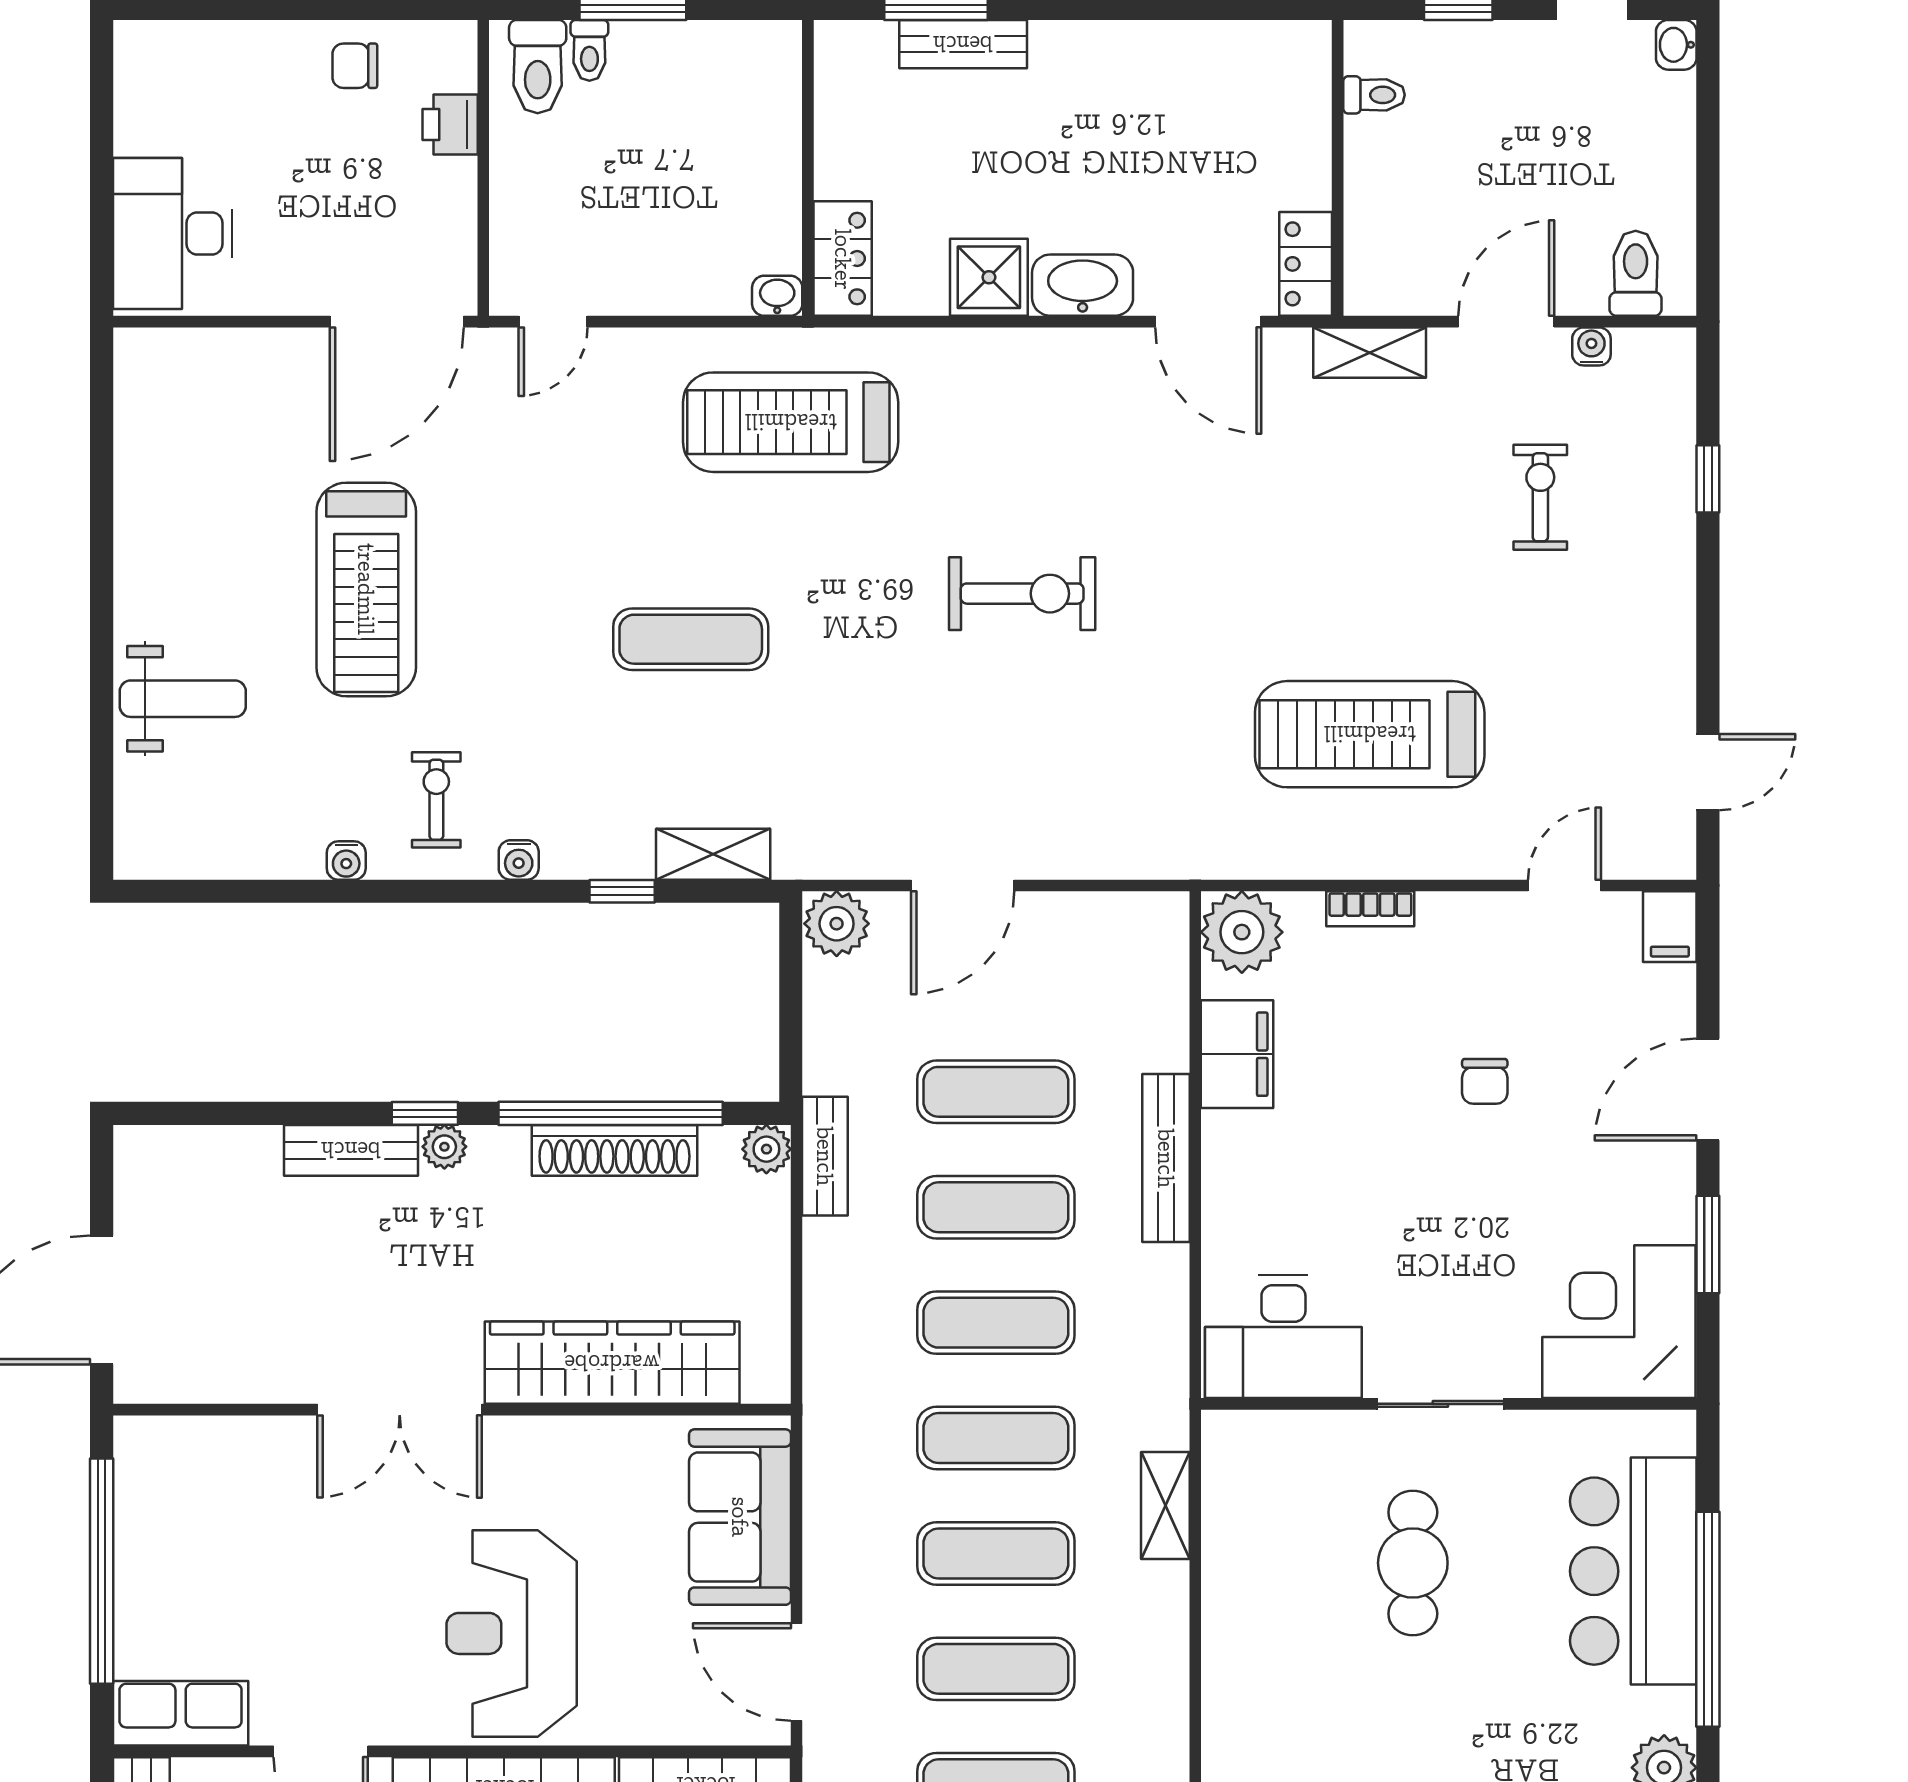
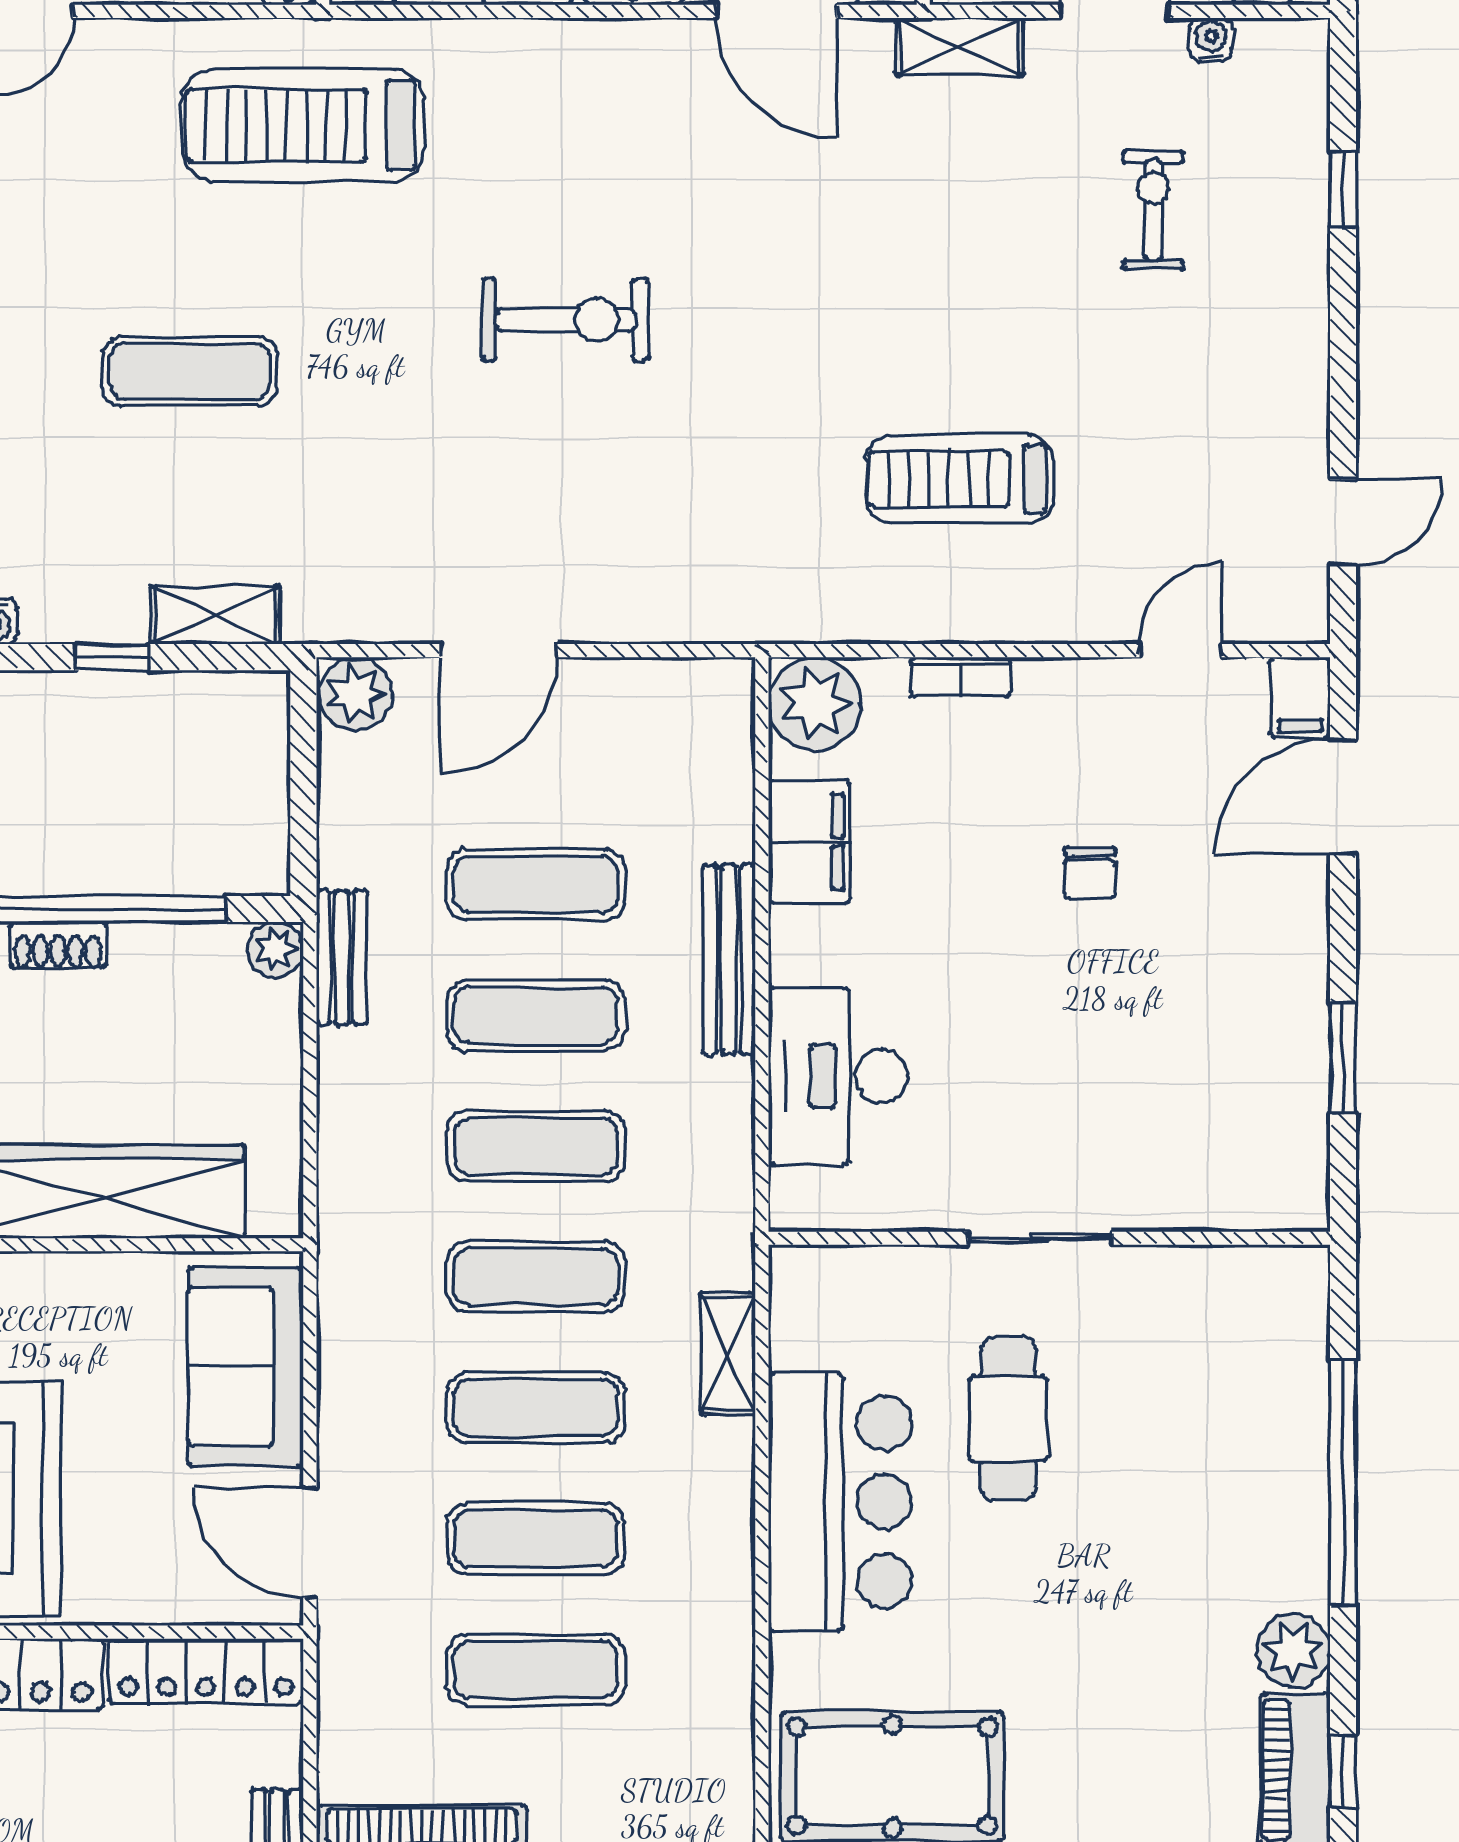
treadmill: (1370, 734) -> (960, 479), width x0.73, depth x0.73
door: (1708, 1090) -> (1343, 797), moved
shoe rack: (614, 1150) -> (58, 945), width x0.51, depth x0.81
corner desk: (1619, 1322) -> (1242, 1145), removed
desk: (1283, 1337) -> (838, 1076), moved, turned 90
bar counter: (1633, 1571) -> (840, 1502), moved, turned 180

